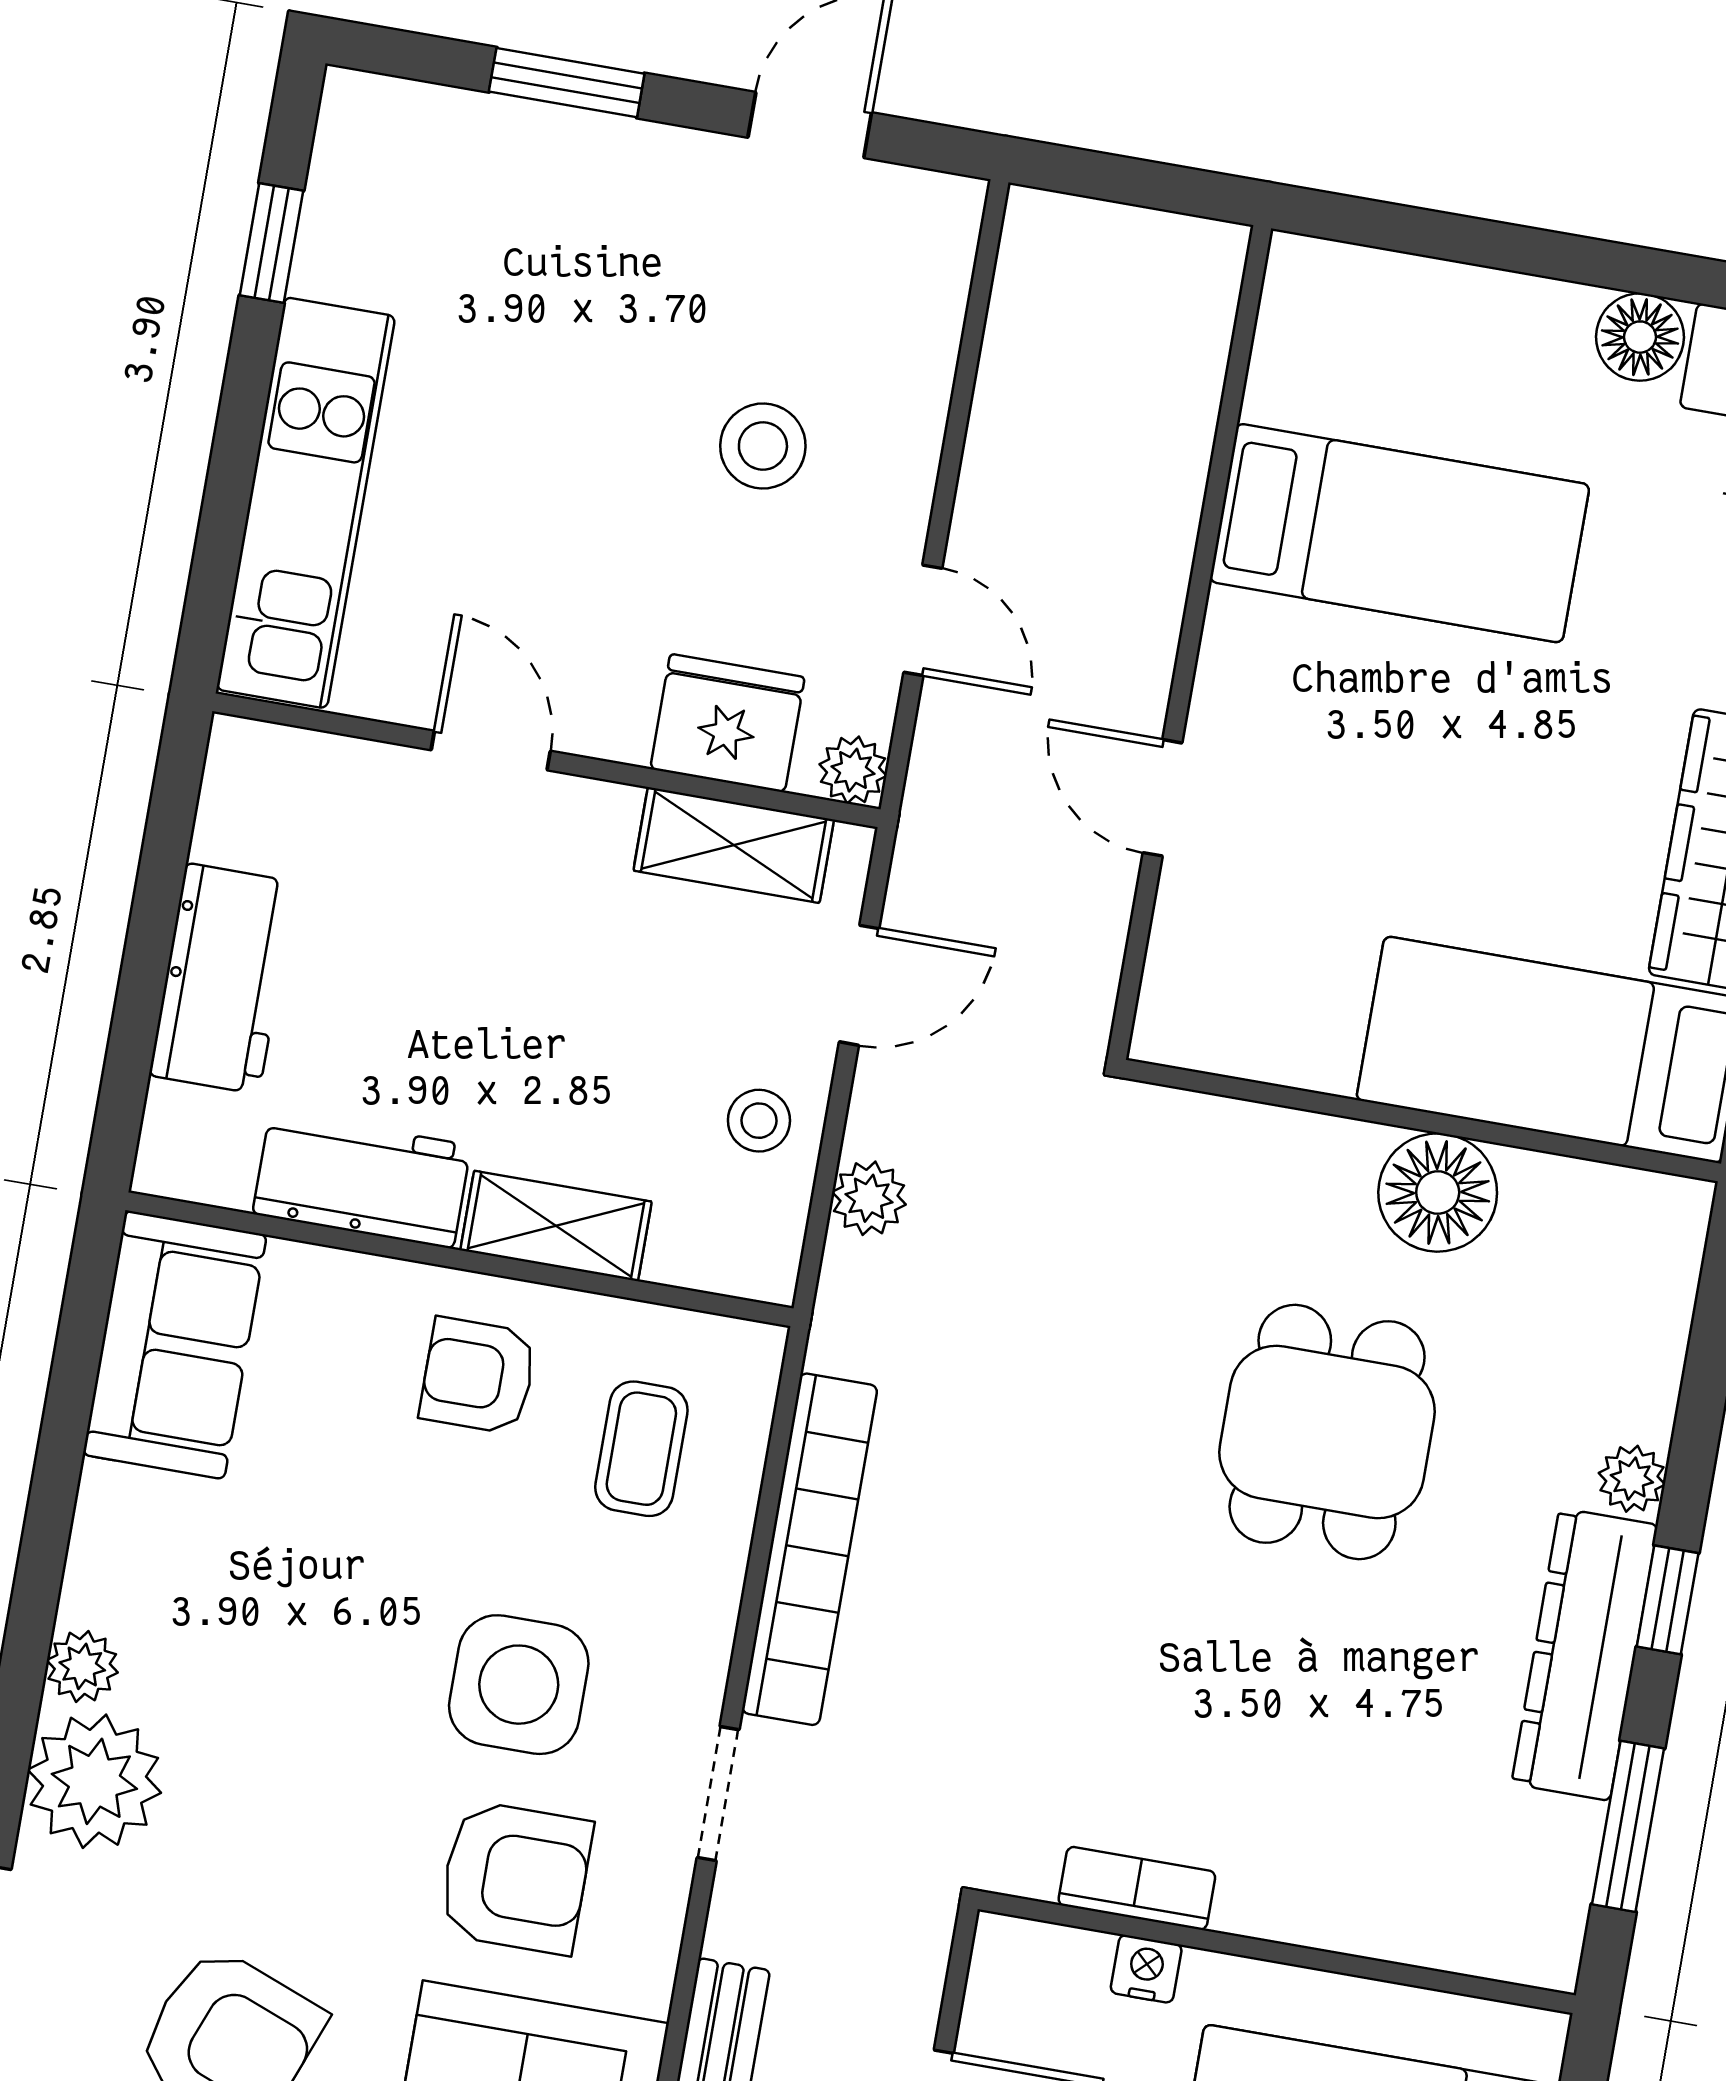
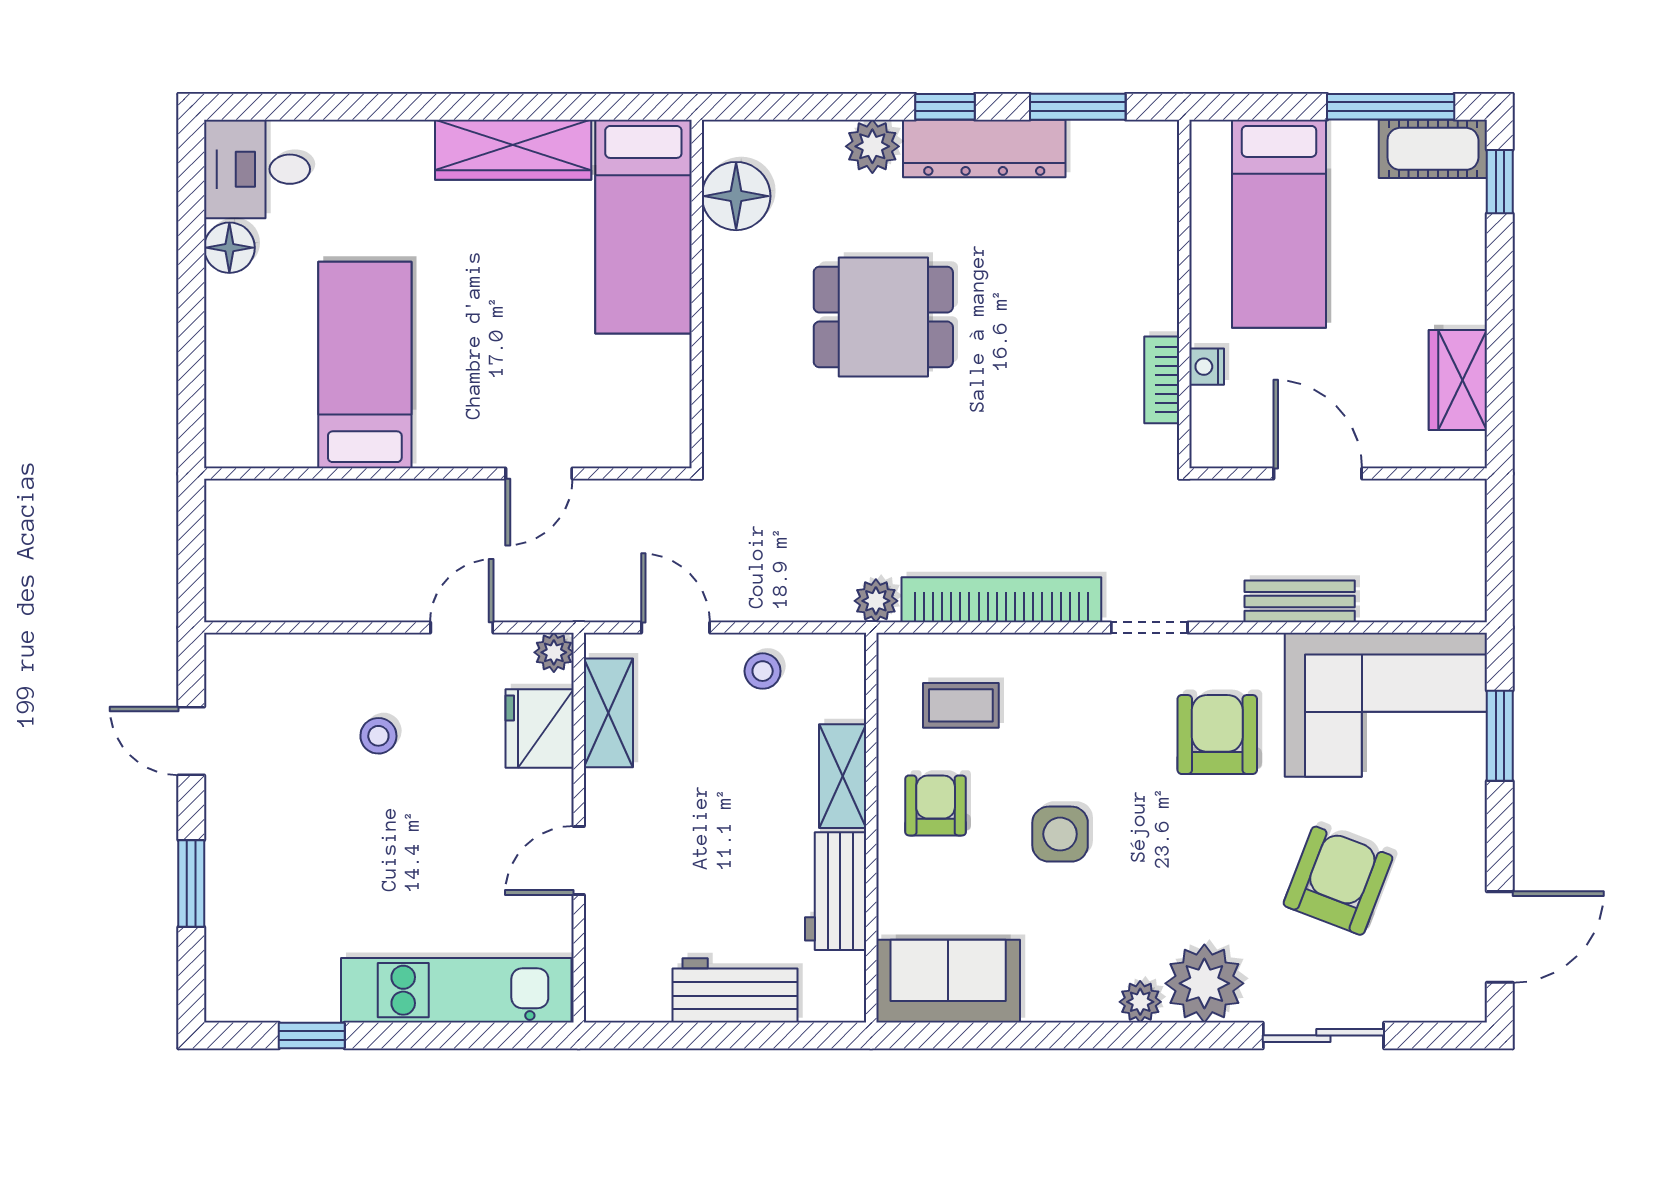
stool: (763, 446) -> (378, 736), width x0.73, depth x0.73
floor lamp: (1438, 1193) -> (736, 196), moved
plant: (869, 1198) -> (876, 601), moved
armchair: (478, 1376) -> (936, 805), turned 180
plant: (1632, 1479) -> (872, 146), width x1.38, depth x1.38
side table: (519, 1685) -> (1060, 834), moved, width x0.73, depth x0.73

